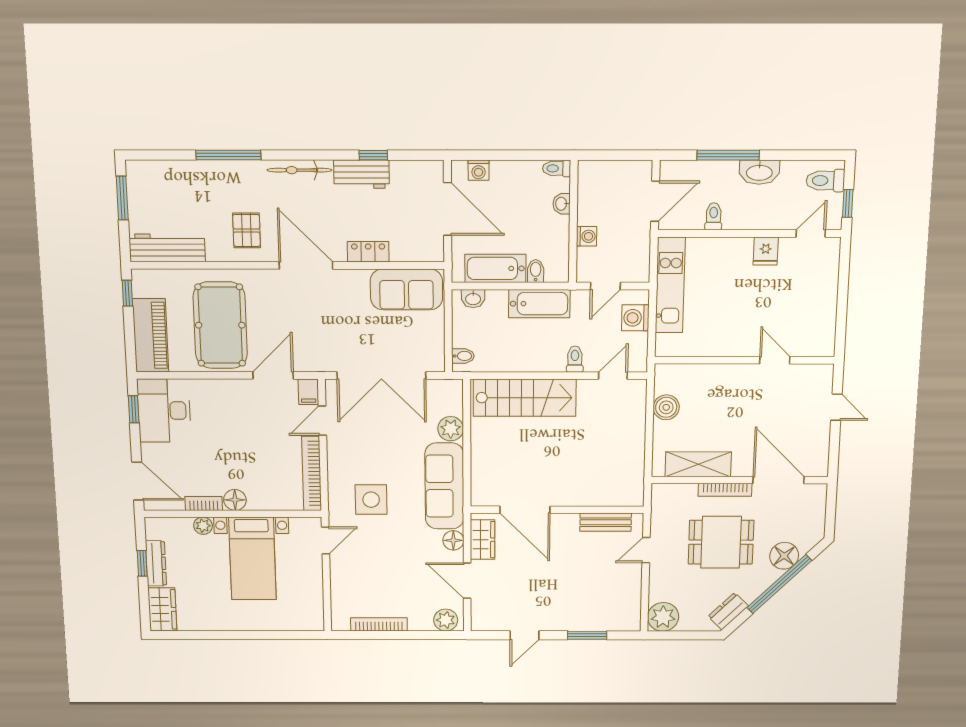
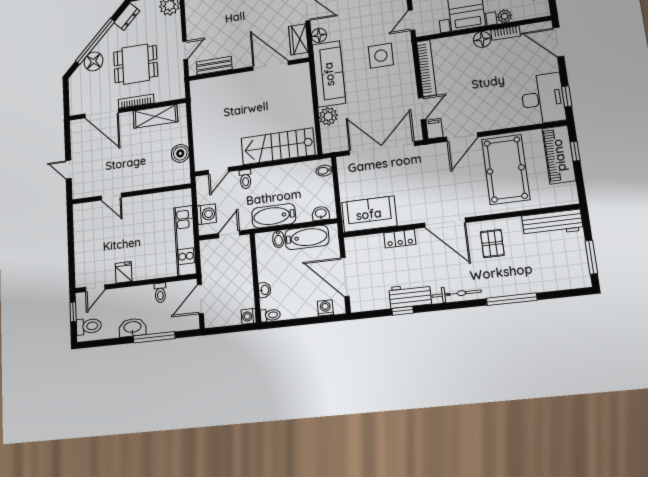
washing machine: (587, 236) -> (249, 316), moved
window: (127, 293) -> (575, 151), moved

